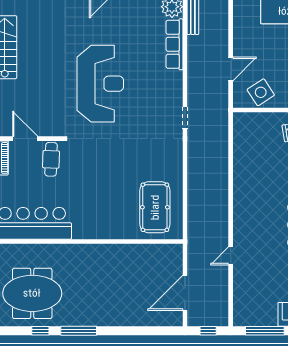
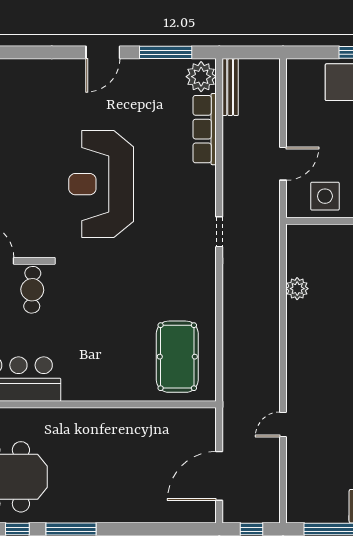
reception desk: (100, 84) -> (101, 184), turned 180
side table: (261, 92) -> (325, 196), turned 33
plant: (241, 158) -> (297, 289), added

